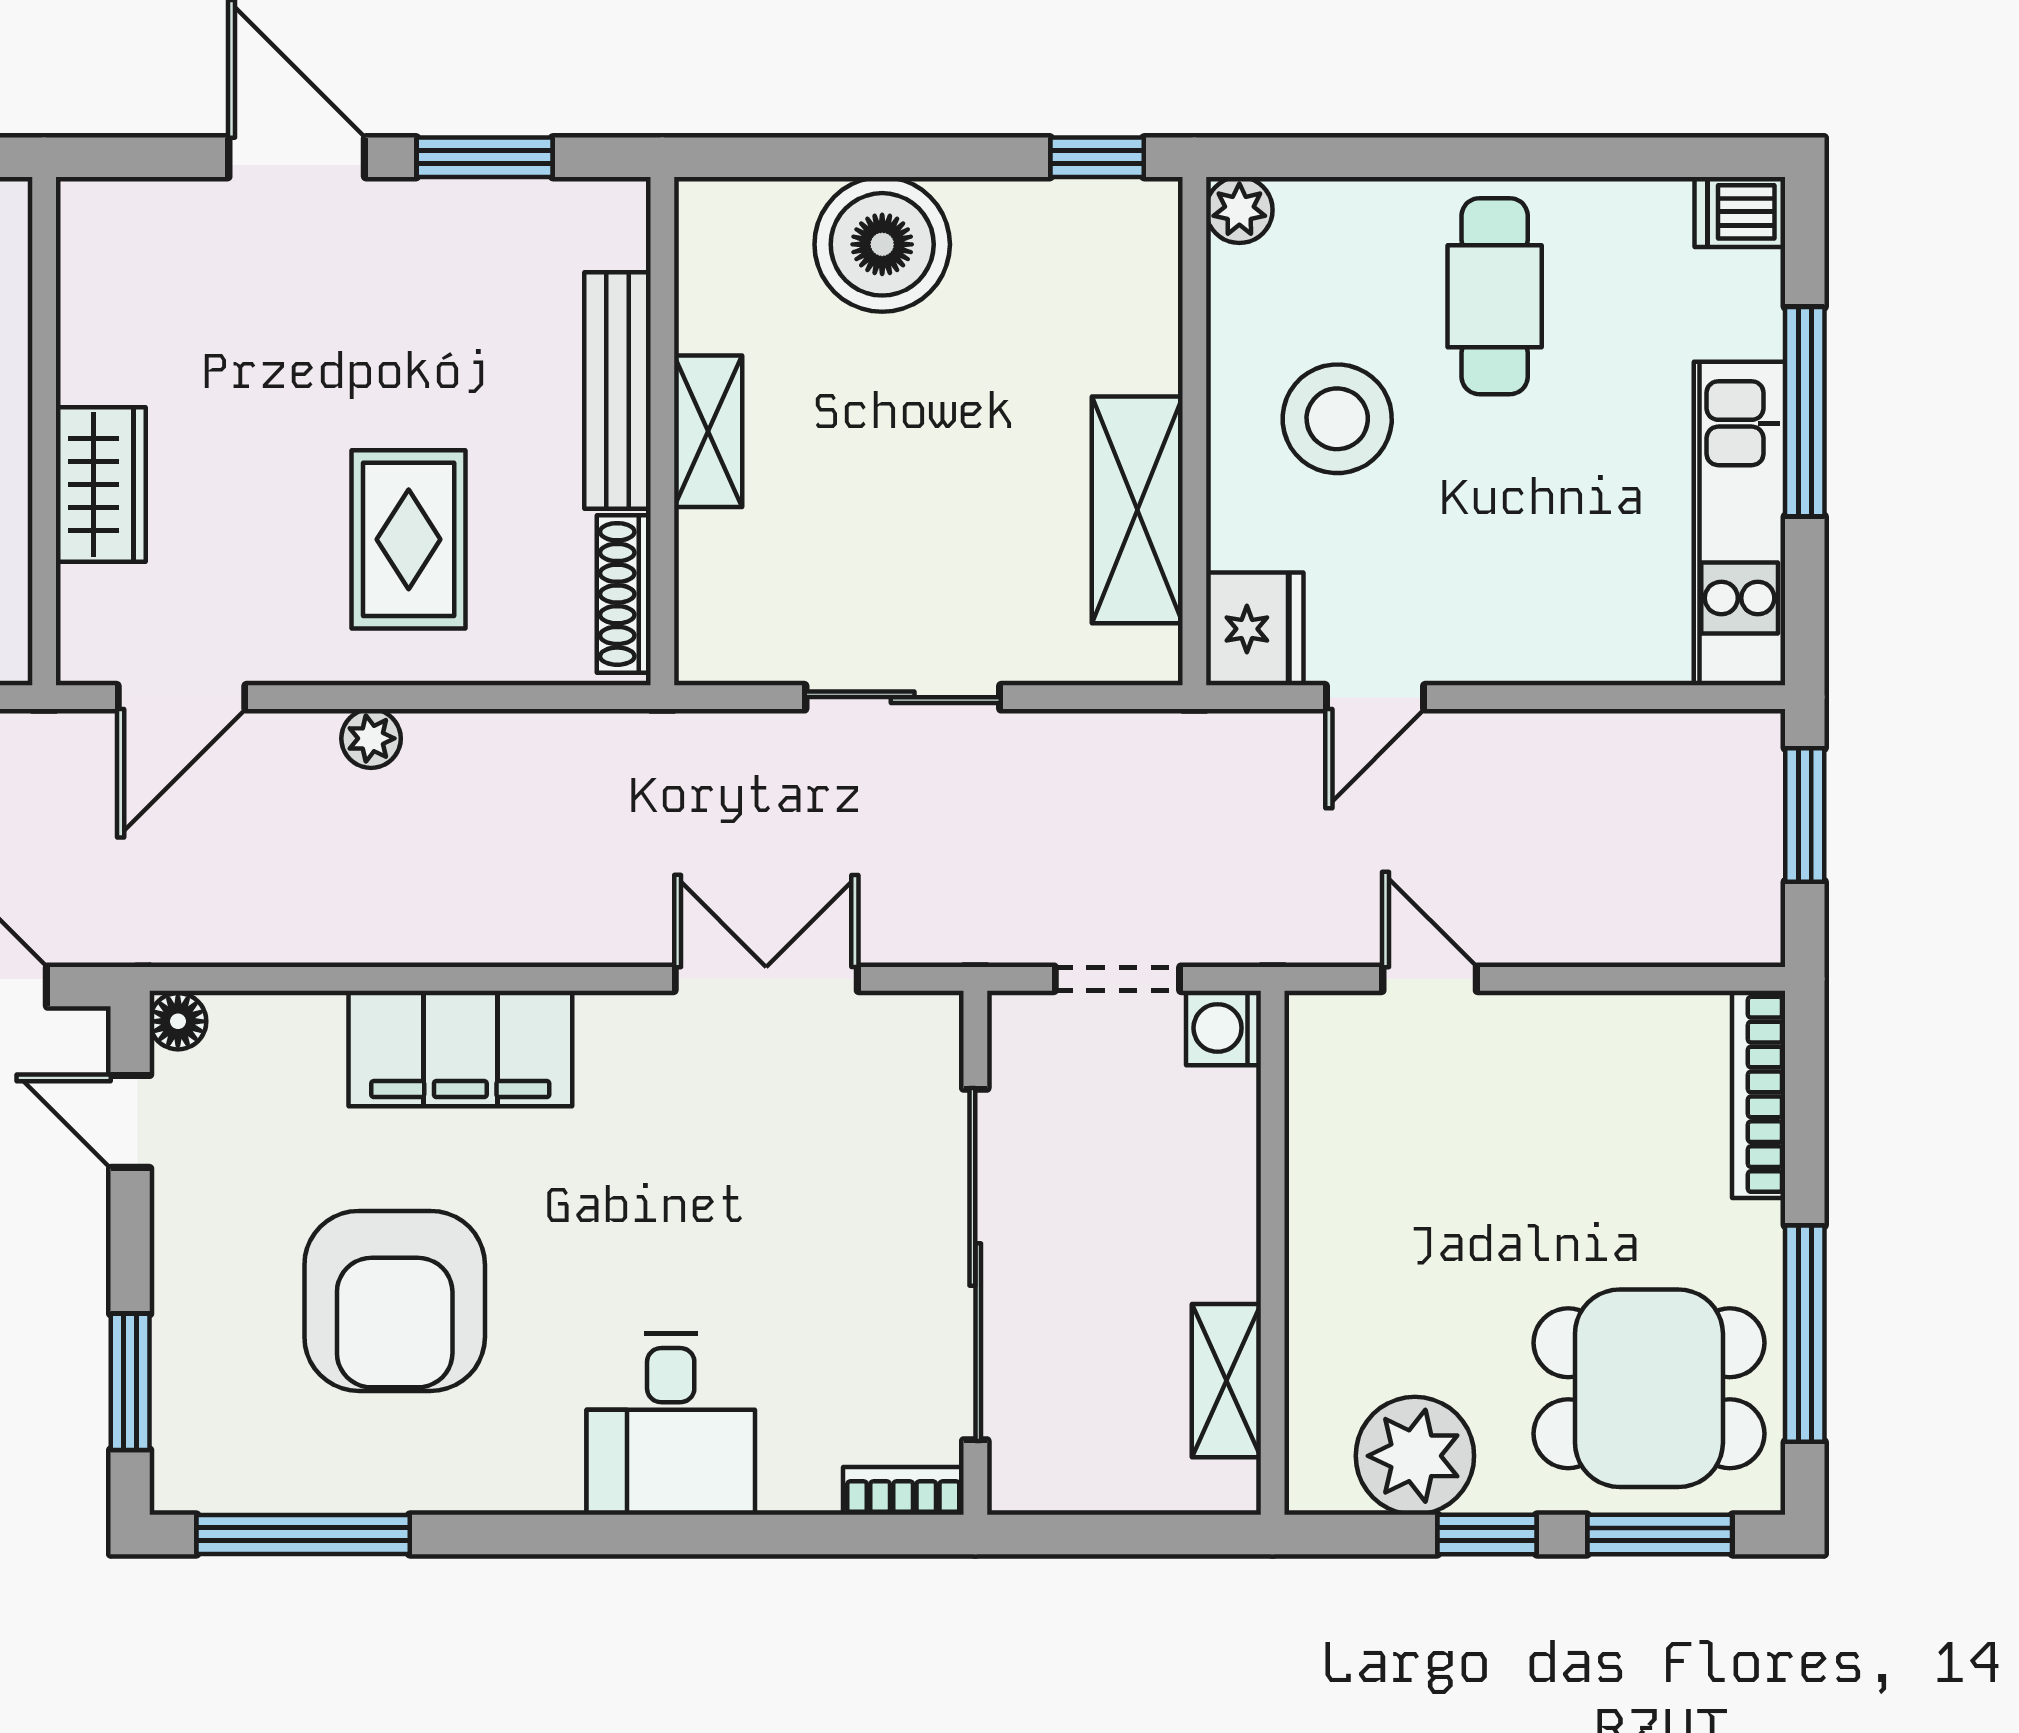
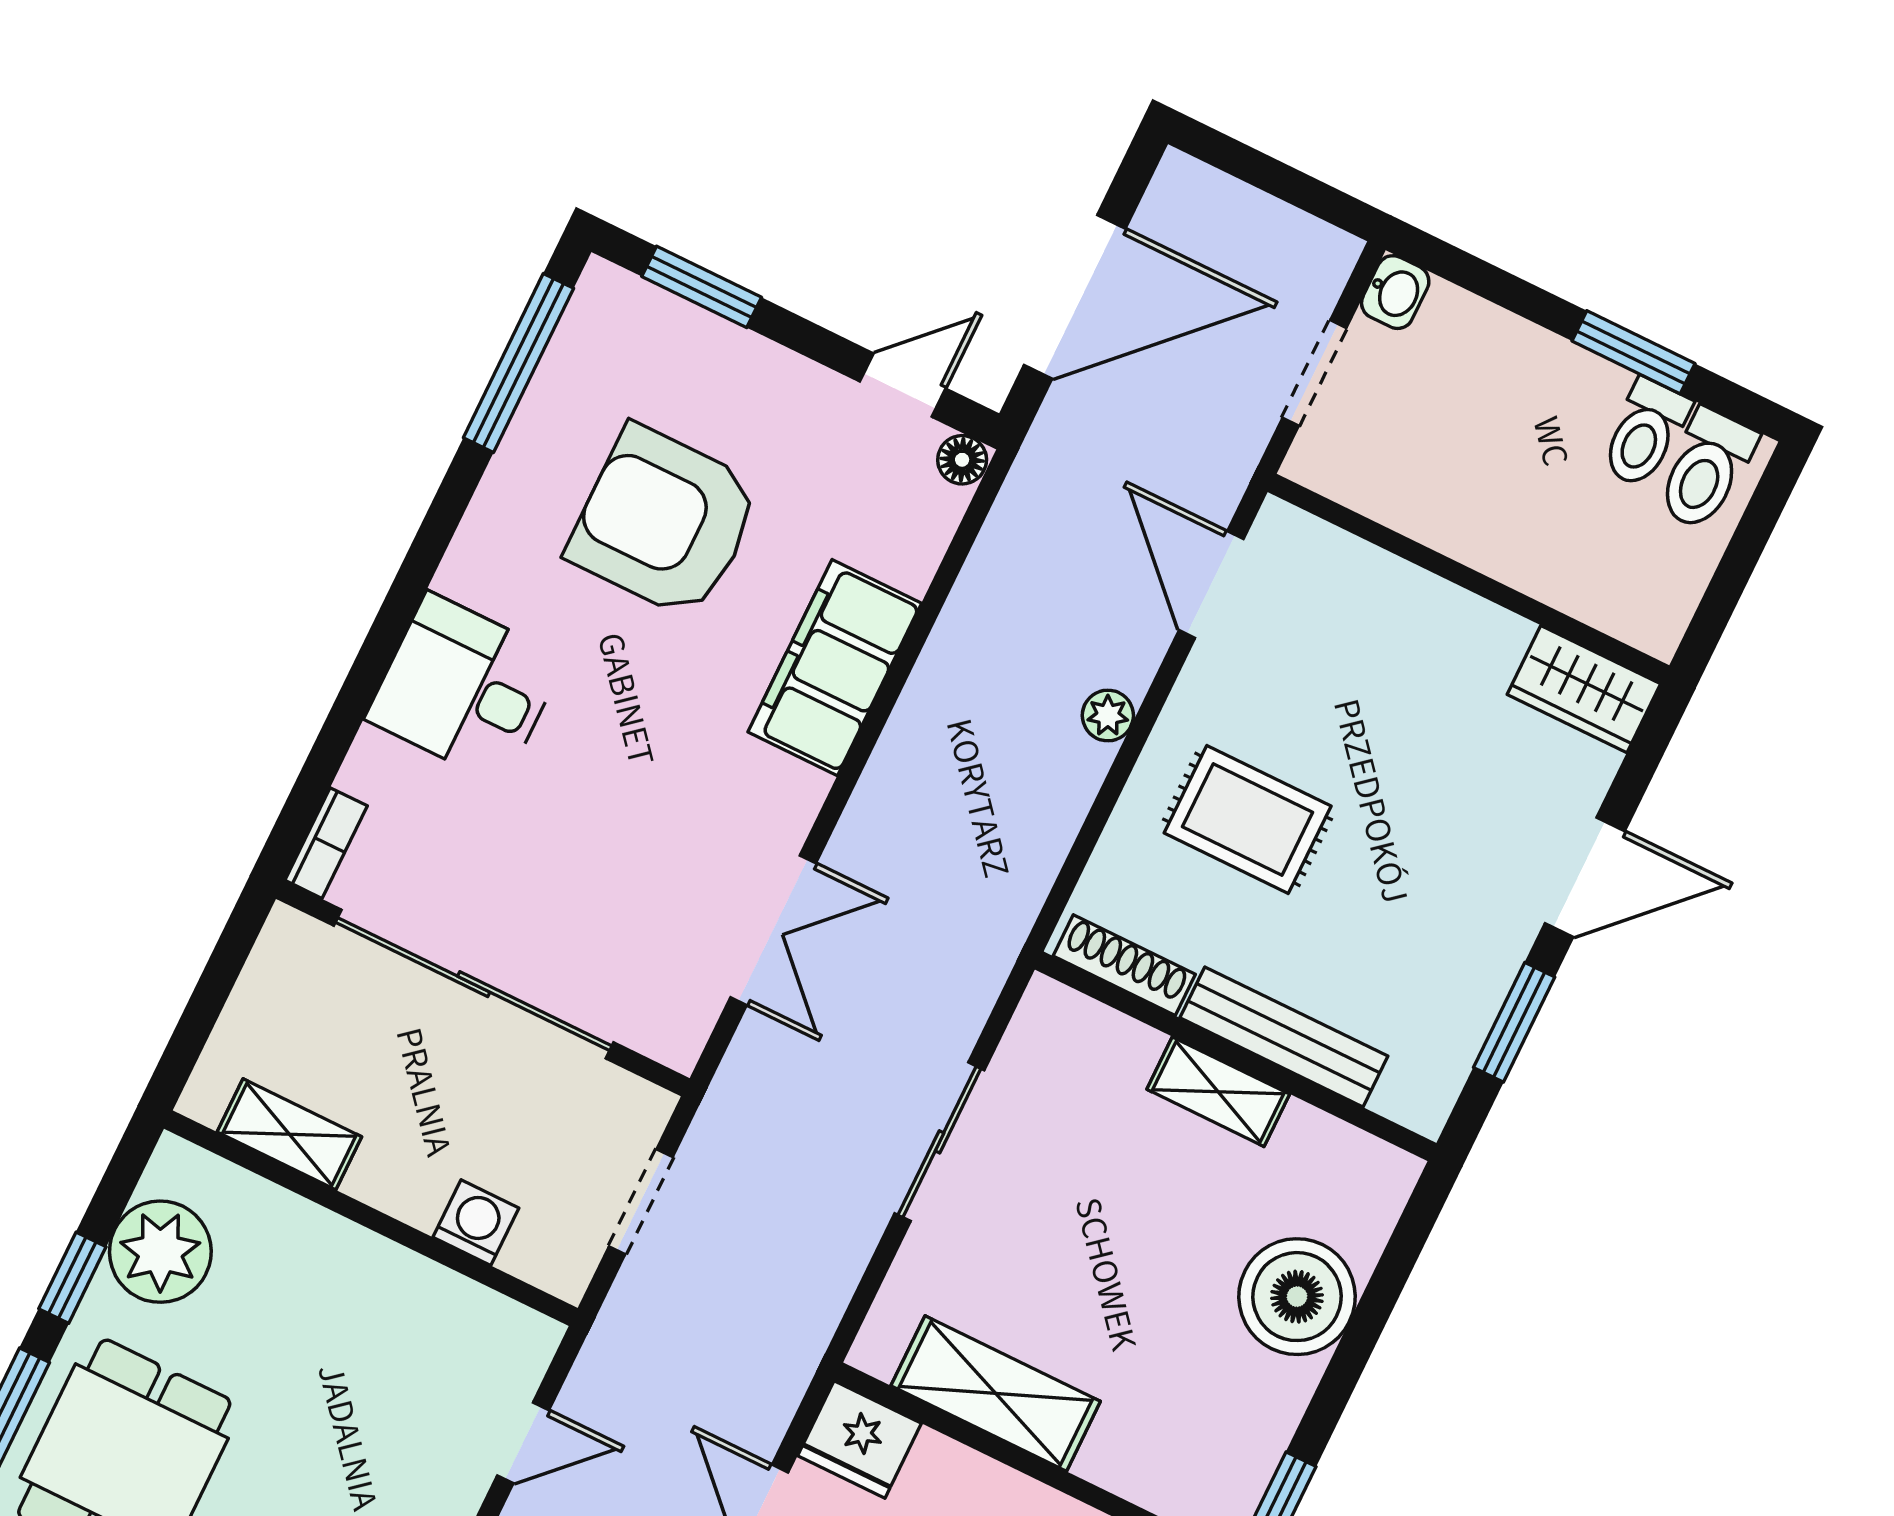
wardrobe: (101, 484) -> (1584, 689), moved
washing machine: (1224, 1028) -> (476, 1223), moved

